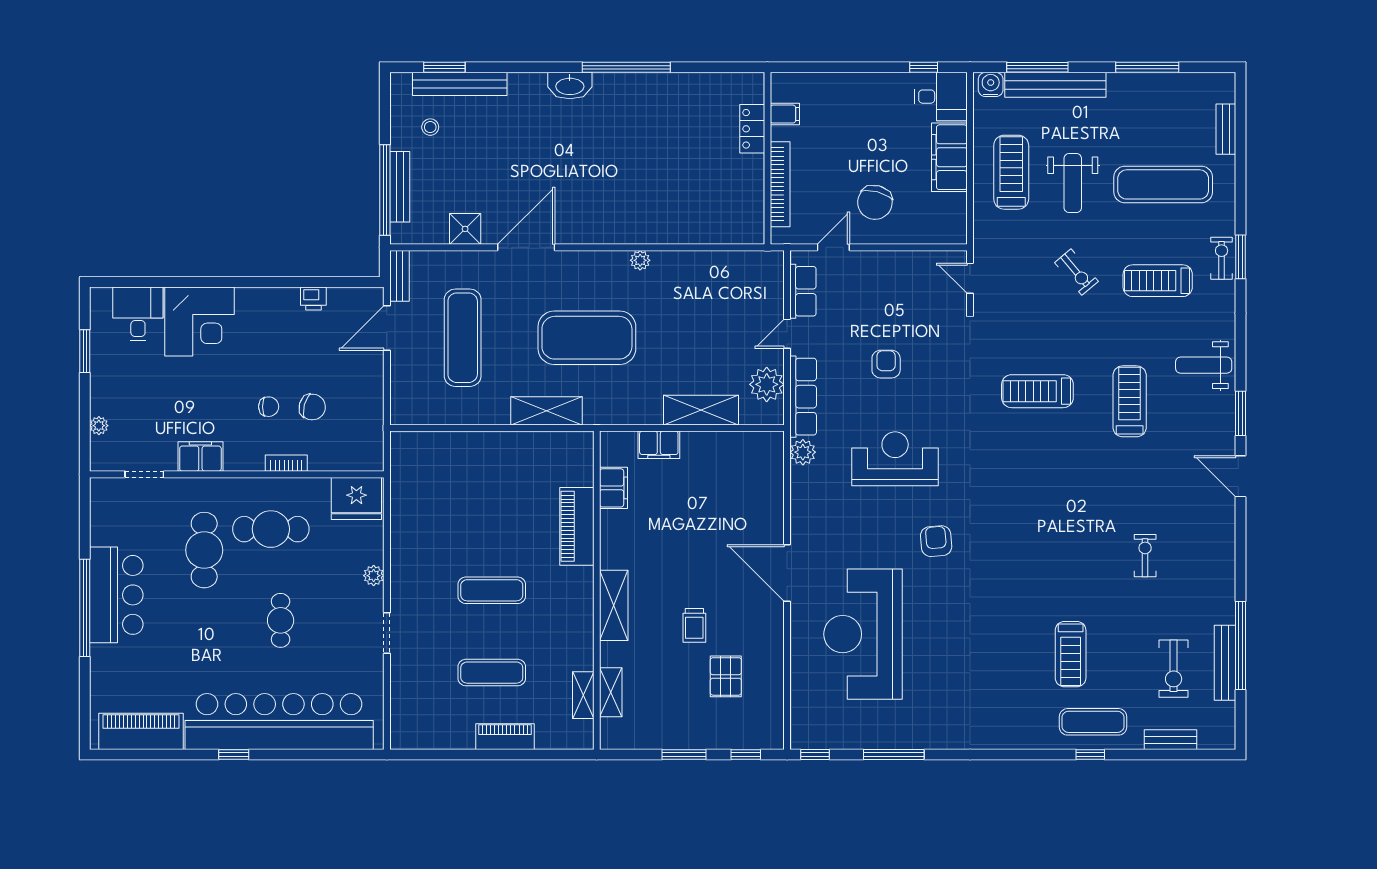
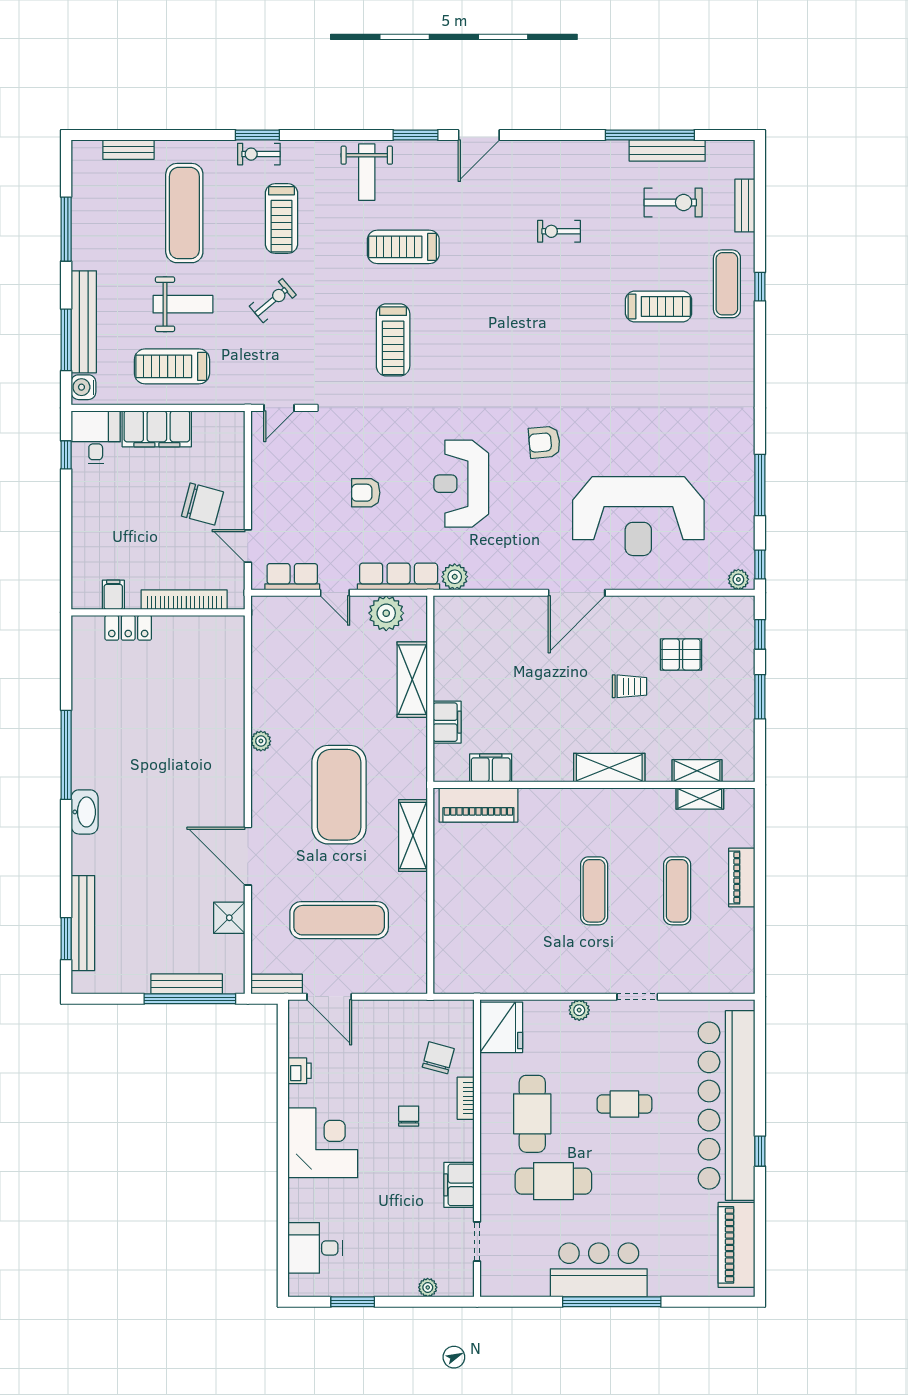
stool: (430, 127) -> (126, 953), removed
corner desk: (200, 322) -> (323, 1143), moved
chair: (312, 407) -> (438, 1058), moved
piano: (577, 526) -> (478, 805), moved
plant: (800, 733) -> (738, 579), added

